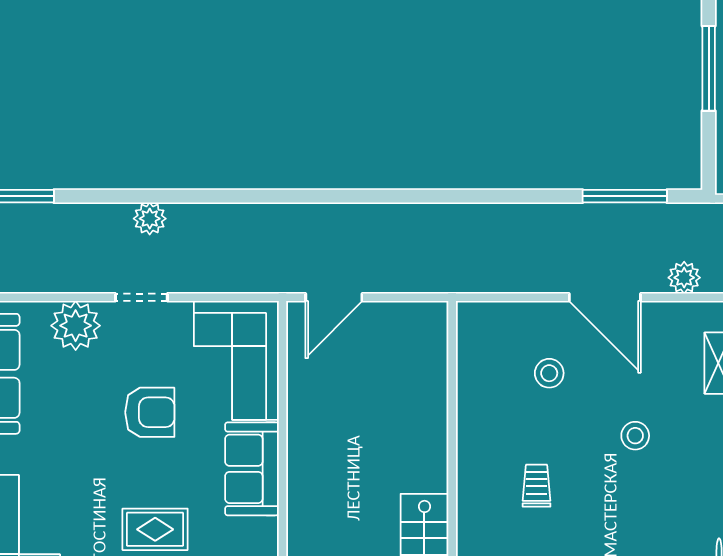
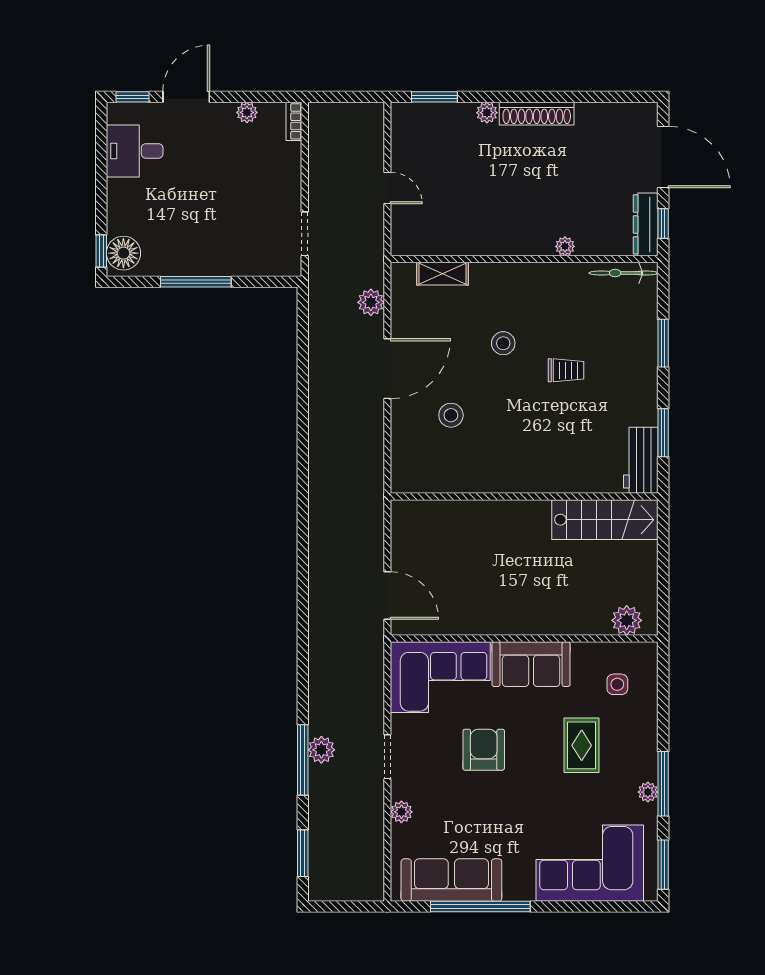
window: (625, 196) -> (303, 760), moved
plant: (76, 326) -> (401, 812), width x0.53, depth x0.53
trolley: (537, 486) -> (566, 370), moved, turned 180

